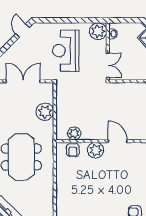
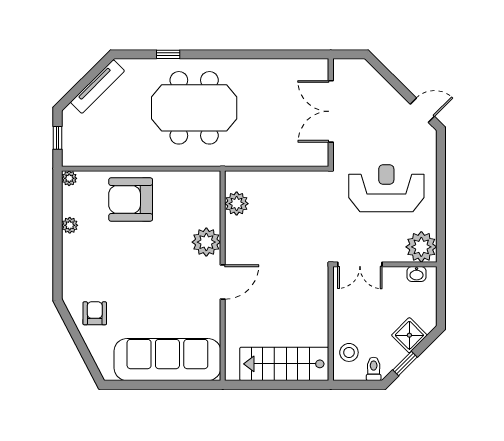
double door: (23, 81) -> (331, 111), swing flipped
plant: (45, 112) -> (276, 151), removed
armchair: (73, 150) -> (131, 199), moved, width x1.88, depth x1.88

